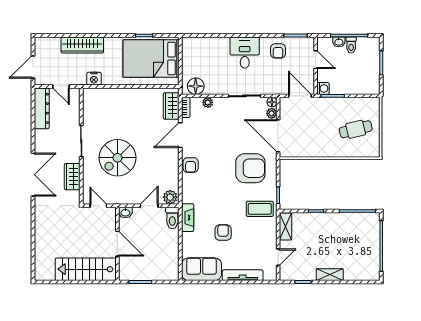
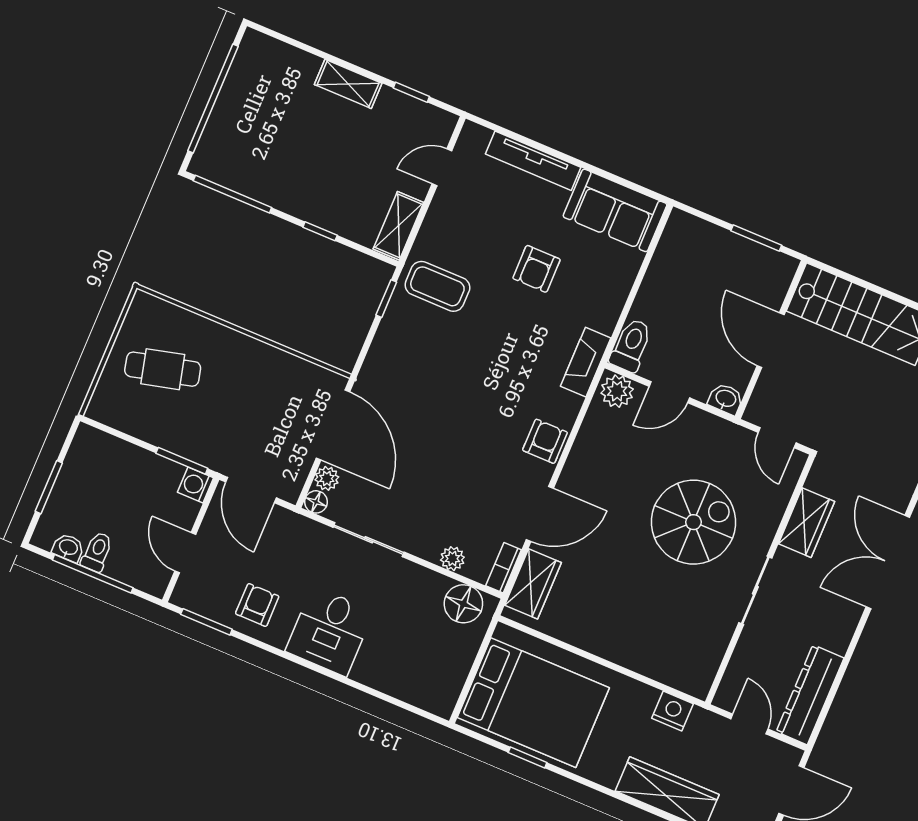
washbasin: (339, 42) -> (68, 548), moved
armchair: (250, 168) -> (421, 381), removed
fireplace: (188, 218) -> (586, 362), moved

